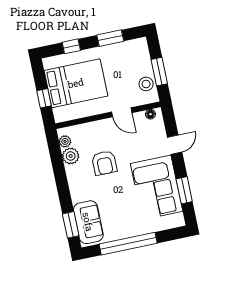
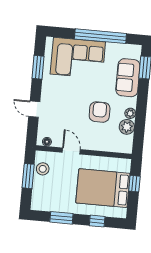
plant: (65, 141) -> (130, 113), moved
door: (175, 145) -> (34, 109), hinge flipped
corner sofa: (157, 187) -> (78, 58), moved, turned 90
sofa: (88, 222) -> (128, 78), moved

